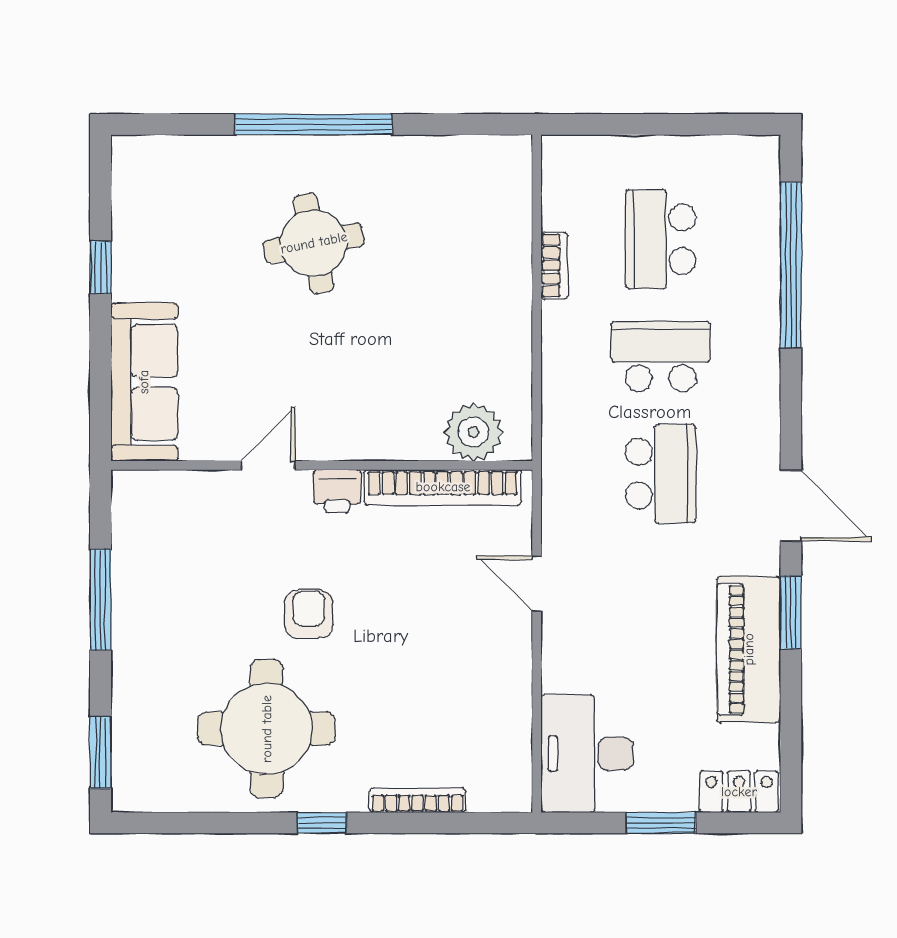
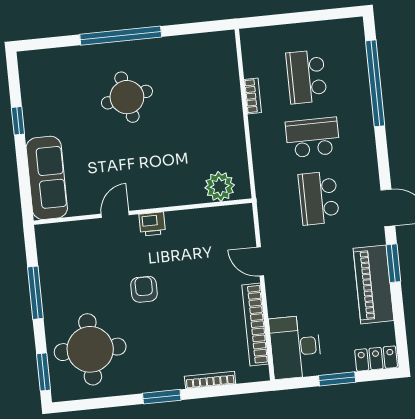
school desk: (661, 474) -> (319, 198), turned 180
bookcase: (443, 487) -> (255, 324), moved, turned 90
round table: (267, 729) -> (90, 349), moved
window: (322, 823) -> (162, 397), width x1.50

